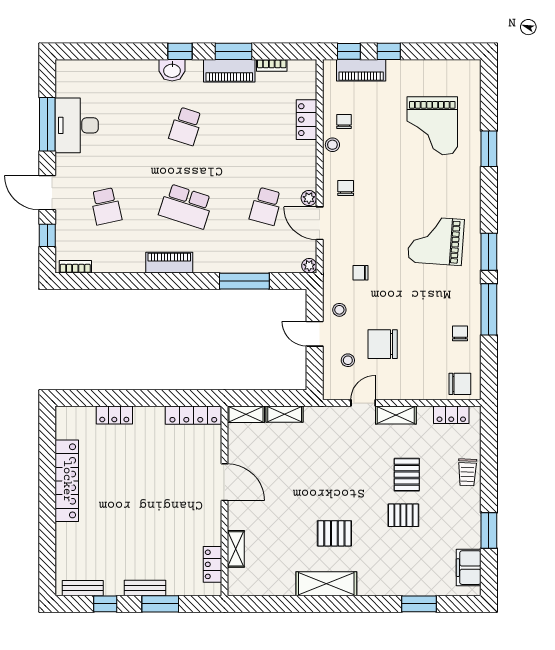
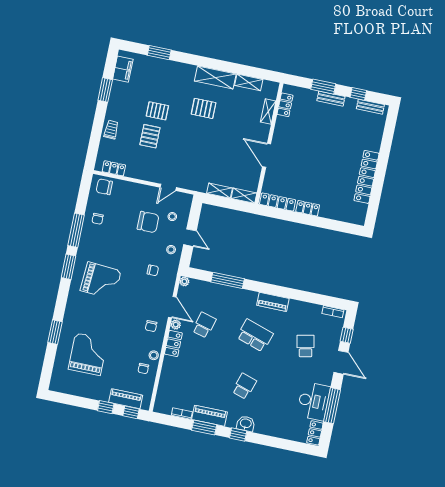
locker: (65, 78) -> (315, 433), added
locker: (306, 120) -> (173, 343), moved
locker: (114, 415) -> (308, 208), moved
shelving: (396, 415) -> (249, 82), moved

